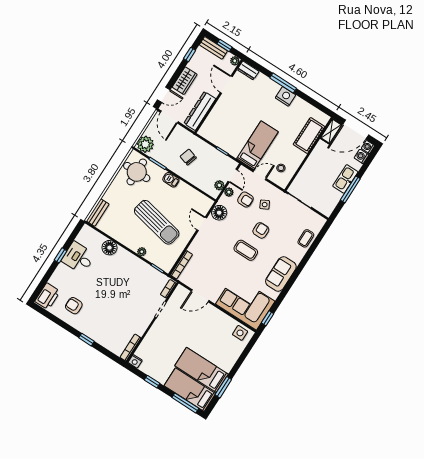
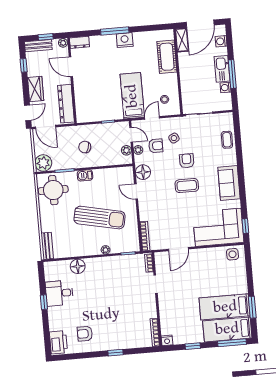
washing machine: (368, 147) -> (225, 88), moved

